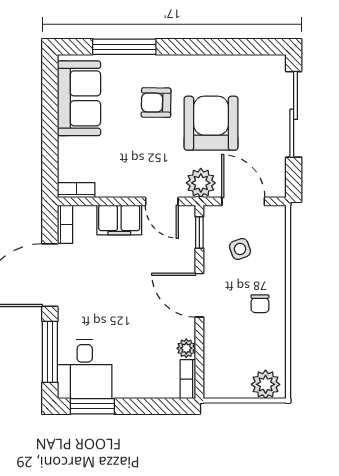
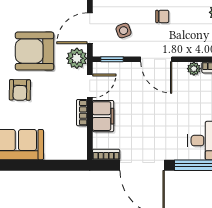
bookcase: (76, 190) -> (82, 113), moved
door: (199, 295) -> (156, 59), hinge flipped

